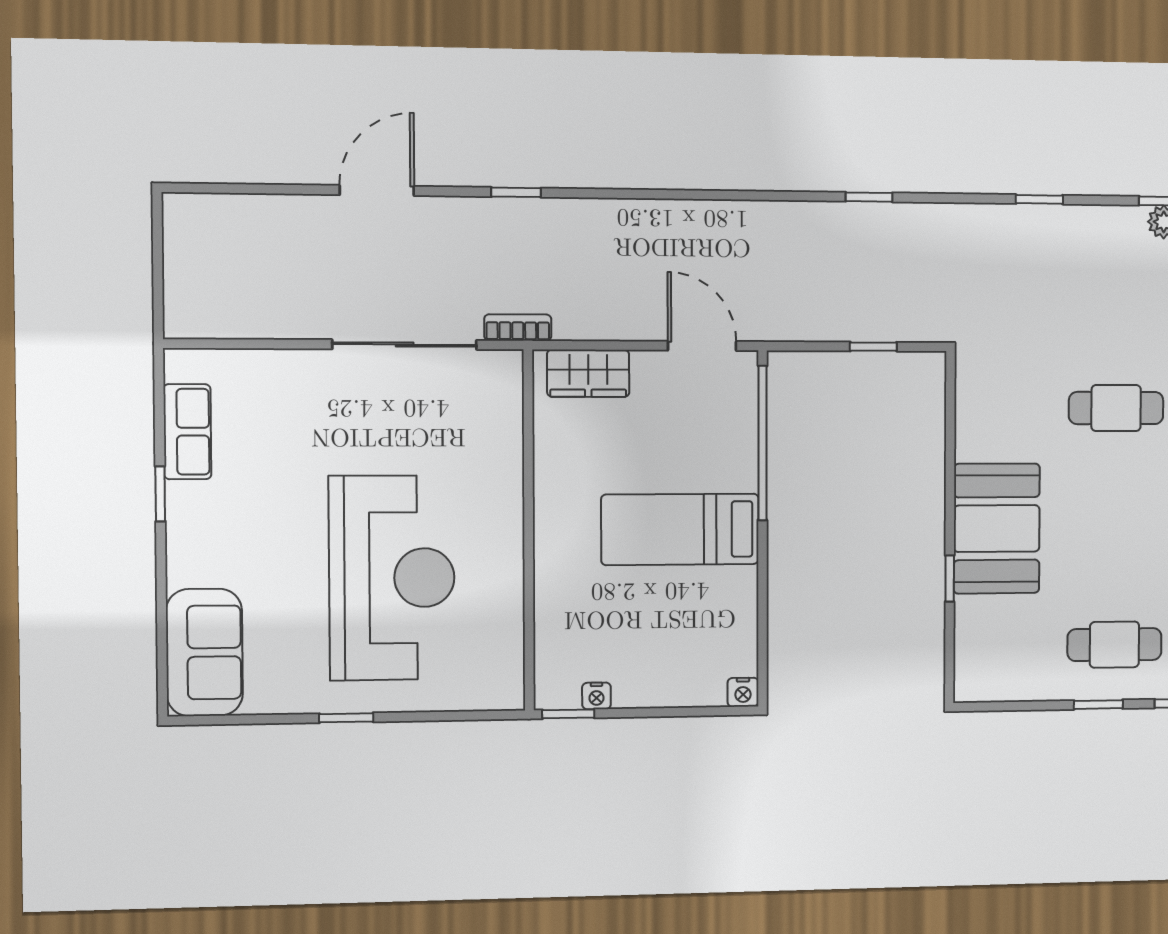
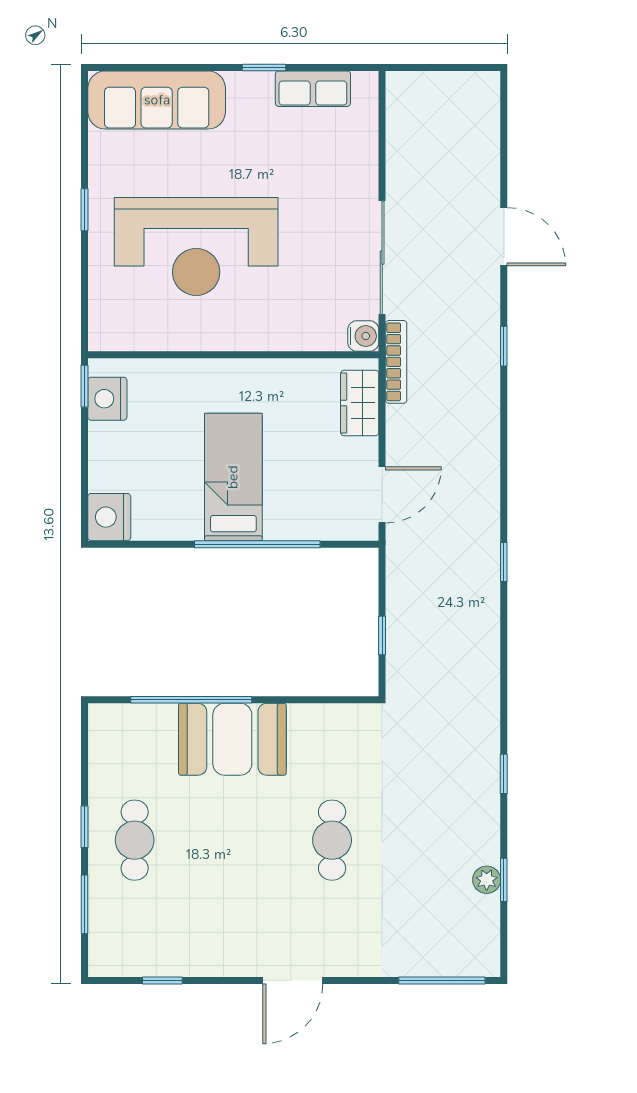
window: (869, 197) -> (504, 562), moved
bookcase: (518, 328) -> (396, 362), width x1.56
water cooler: (504, 369) -> (363, 336), added
window: (763, 443) -> (257, 544), moved
window: (950, 579) -> (191, 700), width x3.17
sofa: (204, 652) -> (157, 100), width x1.36
nightstand: (743, 692) -> (109, 517), width x1.89, depth x1.79
nightstand: (596, 696) -> (107, 399), width x1.89, depth x1.79

